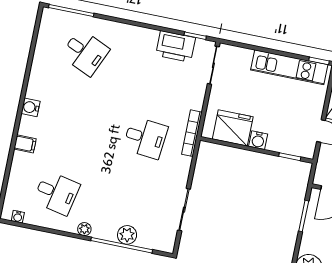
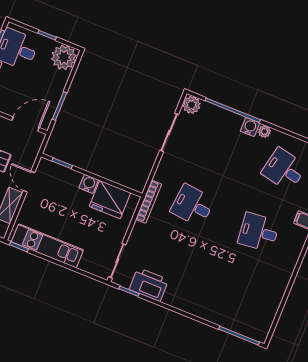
desk: (85, 52) -> (259, 232), moved, turned -30
water cooler: (31, 107) -> (250, 127), moved, turned -90
plant: (127, 235) -> (191, 105), moved

